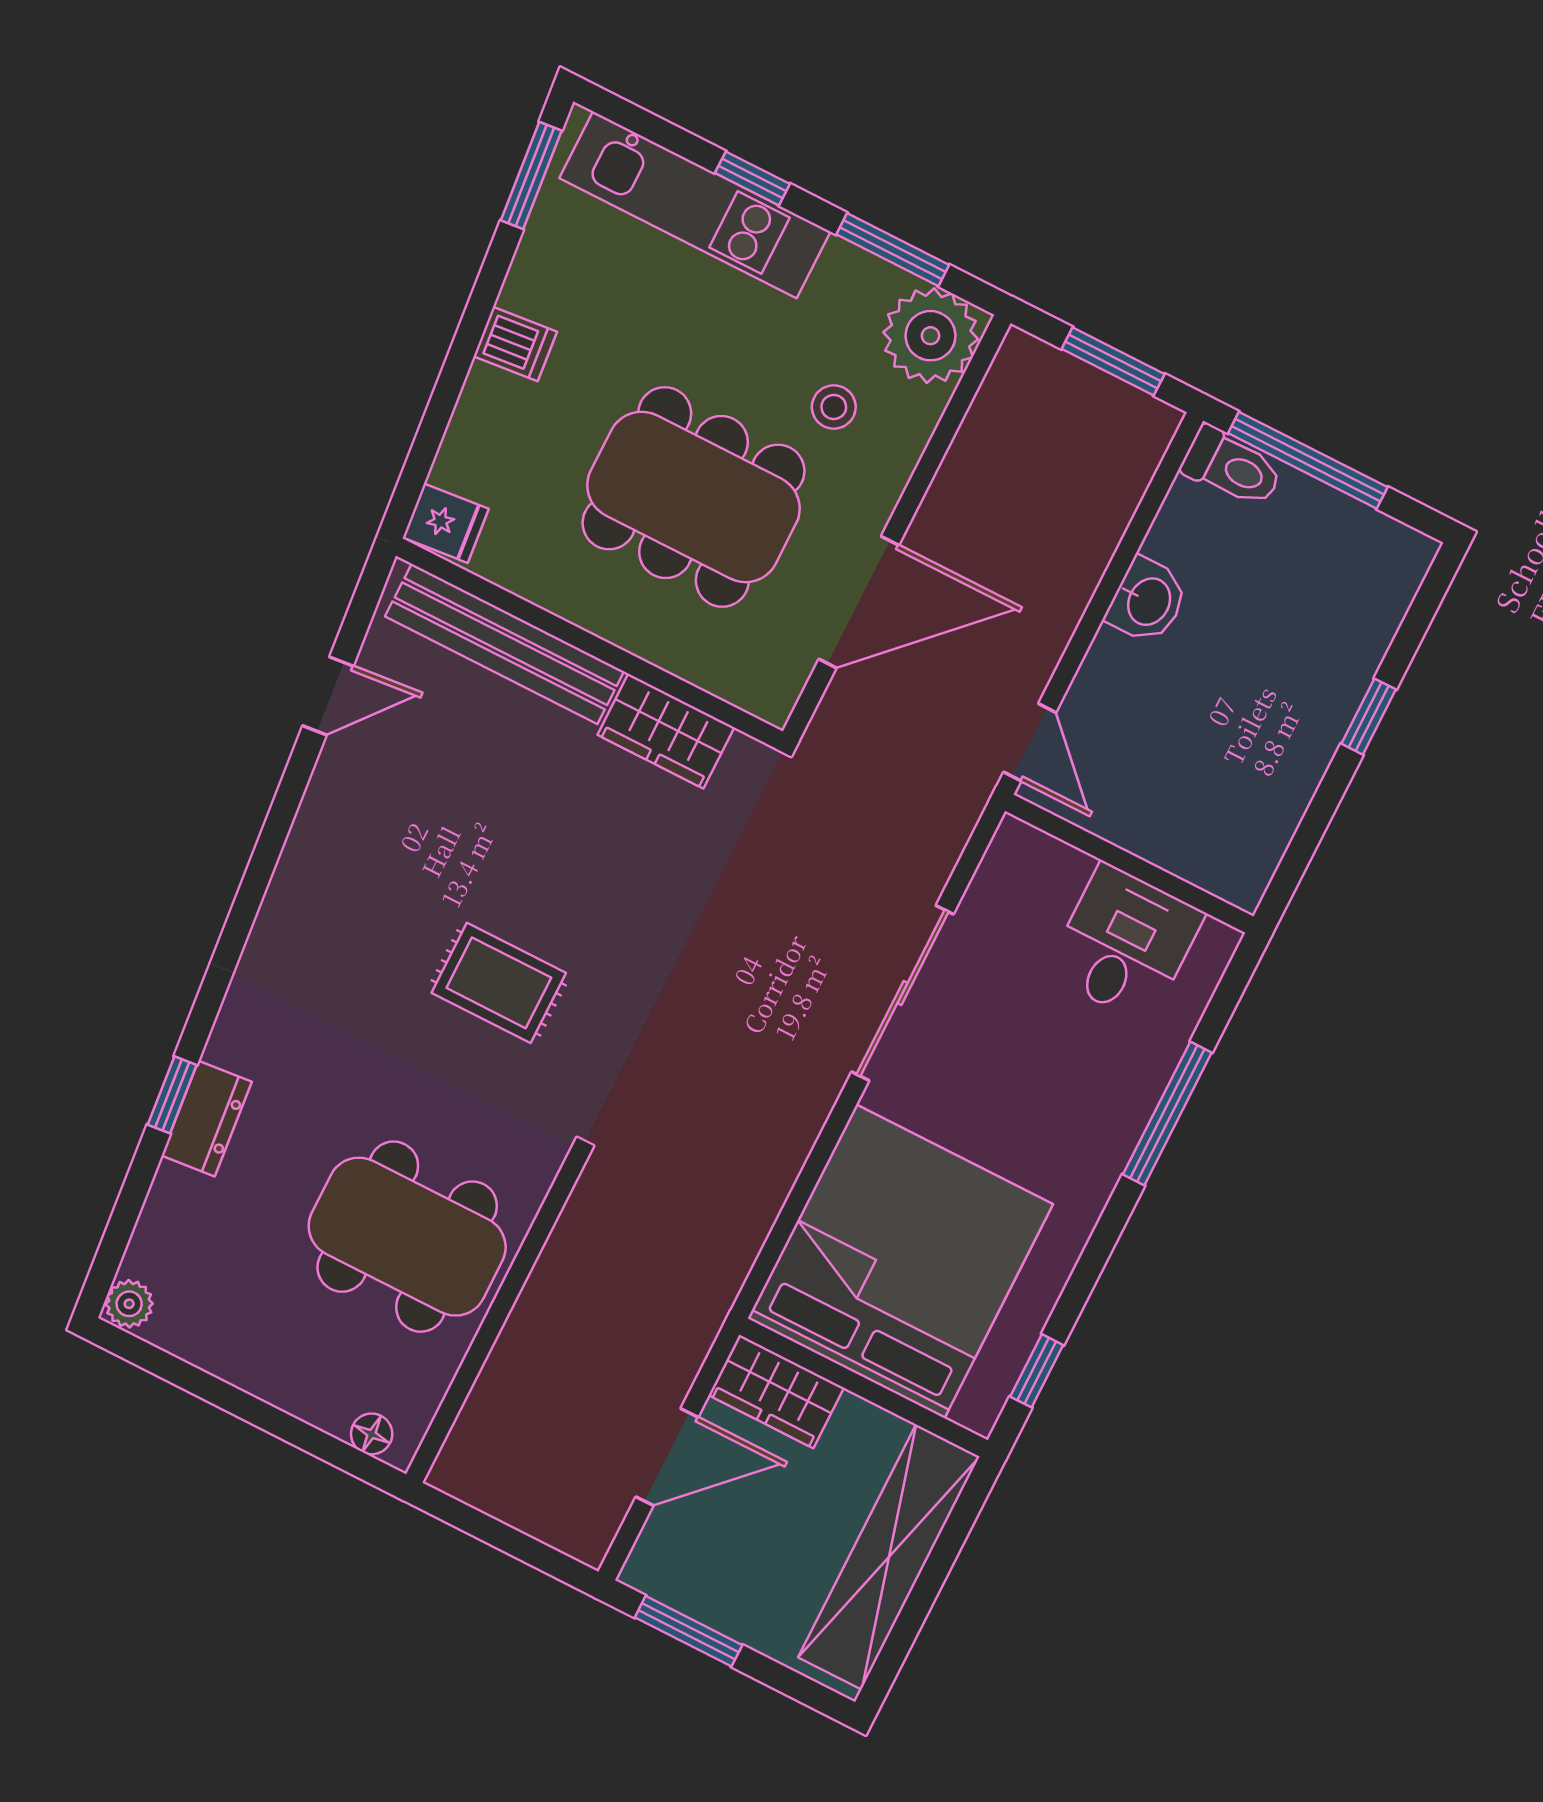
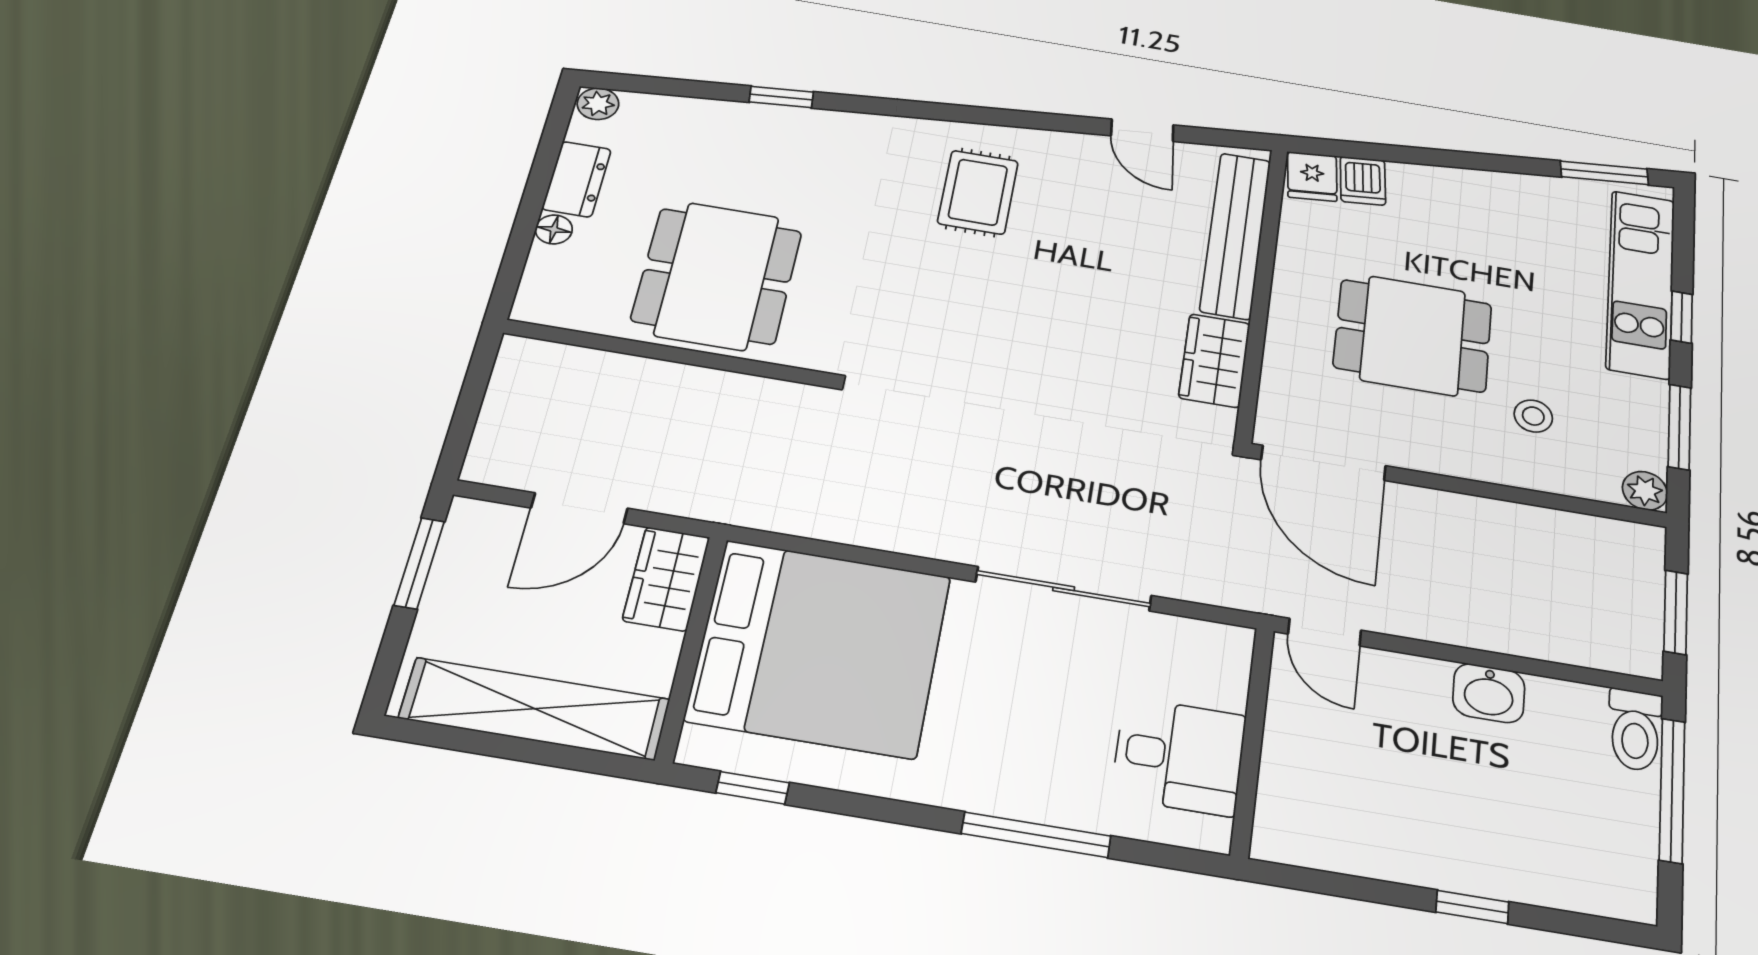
plant: (931, 336) -> (1645, 491), width x0.53, depth x0.53
dishwasher: (515, 344) -> (1363, 181), moved
dining table: (693, 497) -> (1413, 336), width x0.73
door: (859, 602) -> (1323, 463), moved
door: (1030, 742) -> (1325, 632), hinge flipped
rug: (499, 983) -> (978, 192), moved
dresser: (207, 1119) -> (577, 179), moved, turned -84
floor lamp: (372, 1434) -> (554, 229), moved
door: (667, 1457) -> (579, 508), hinge flipped

